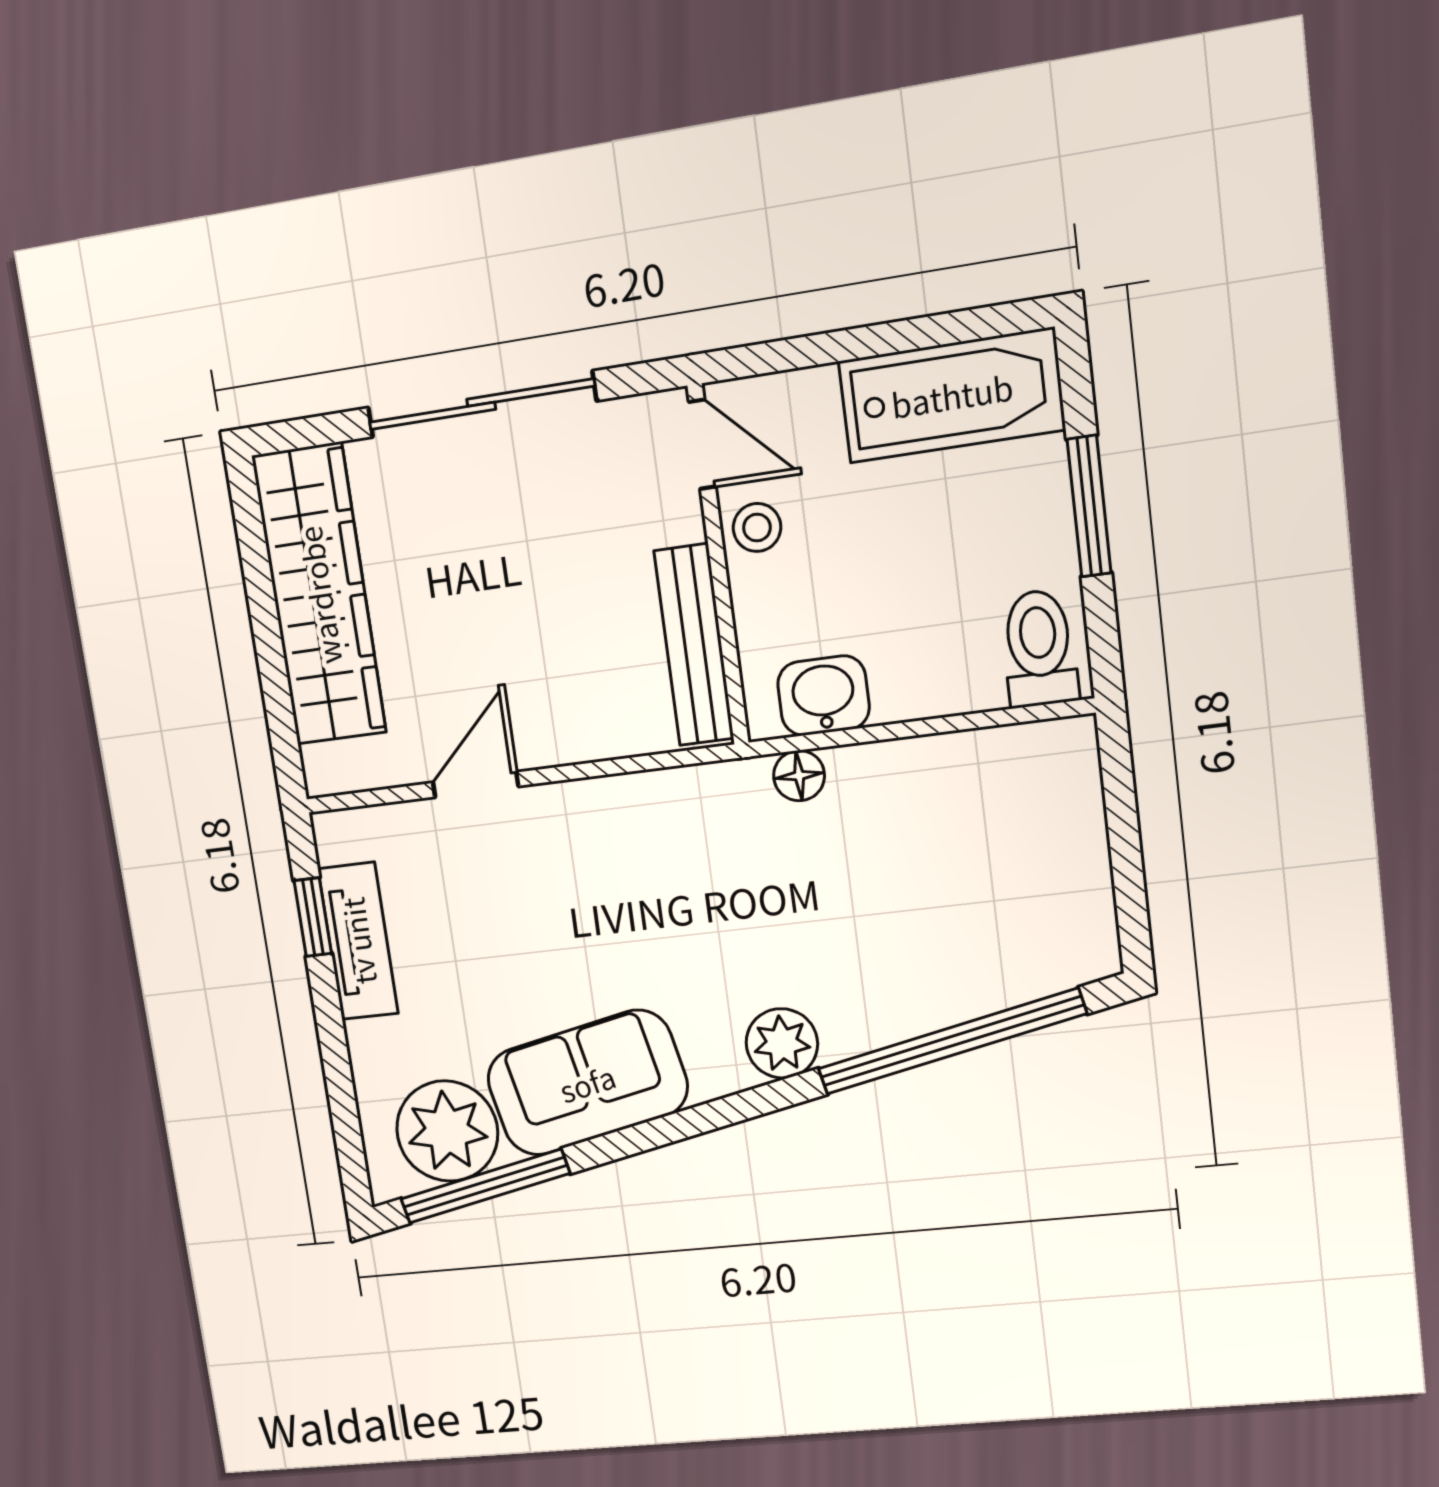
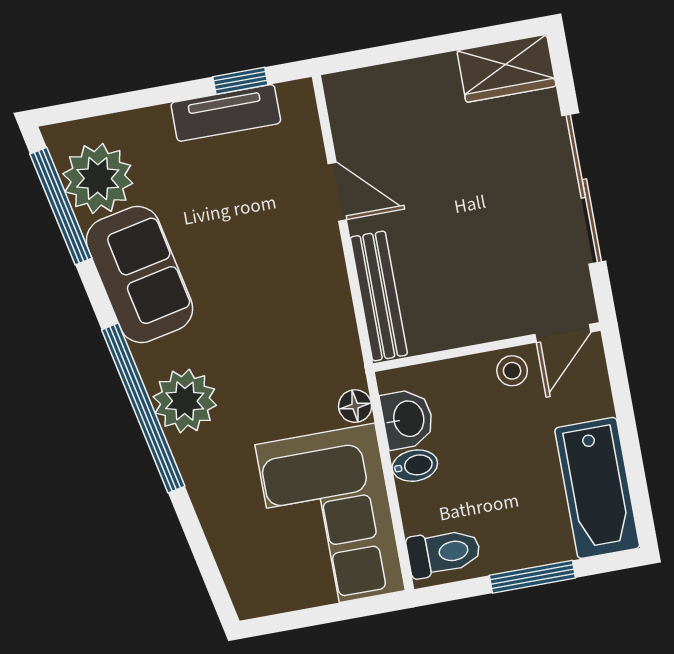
wardrobe: (319, 595) -> (506, 68), width x0.48, depth x0.85
bench: (694, 645) -> (379, 296), moved, turned 90
bidet: (897, 688) -> (415, 466), added
corner sofa: (971, 824) -> (330, 518), added
window: (951, 1041) -> (143, 408), moved
plant: (782, 1043) -> (185, 401), width x1.36, depth x1.36

